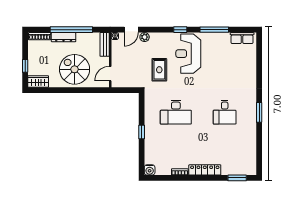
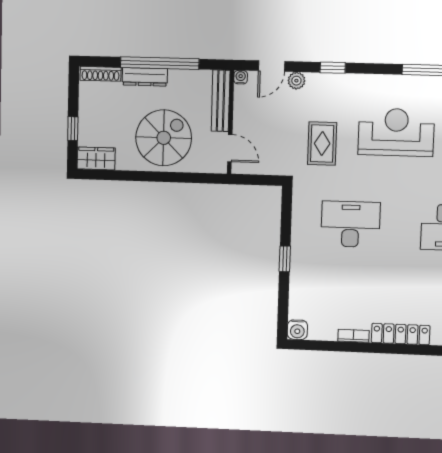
window: (180, 30) -> (333, 68), moved
bench: (105, 44) -> (221, 101), width x1.36
reception desk: (188, 54) -> (396, 132), moved, turned 90
spiral stairs: (75, 69) -> (164, 138), turned 90
door: (110, 74) -> (230, 148), swing flipped
desk: (176, 112) -> (350, 224), turned 180

